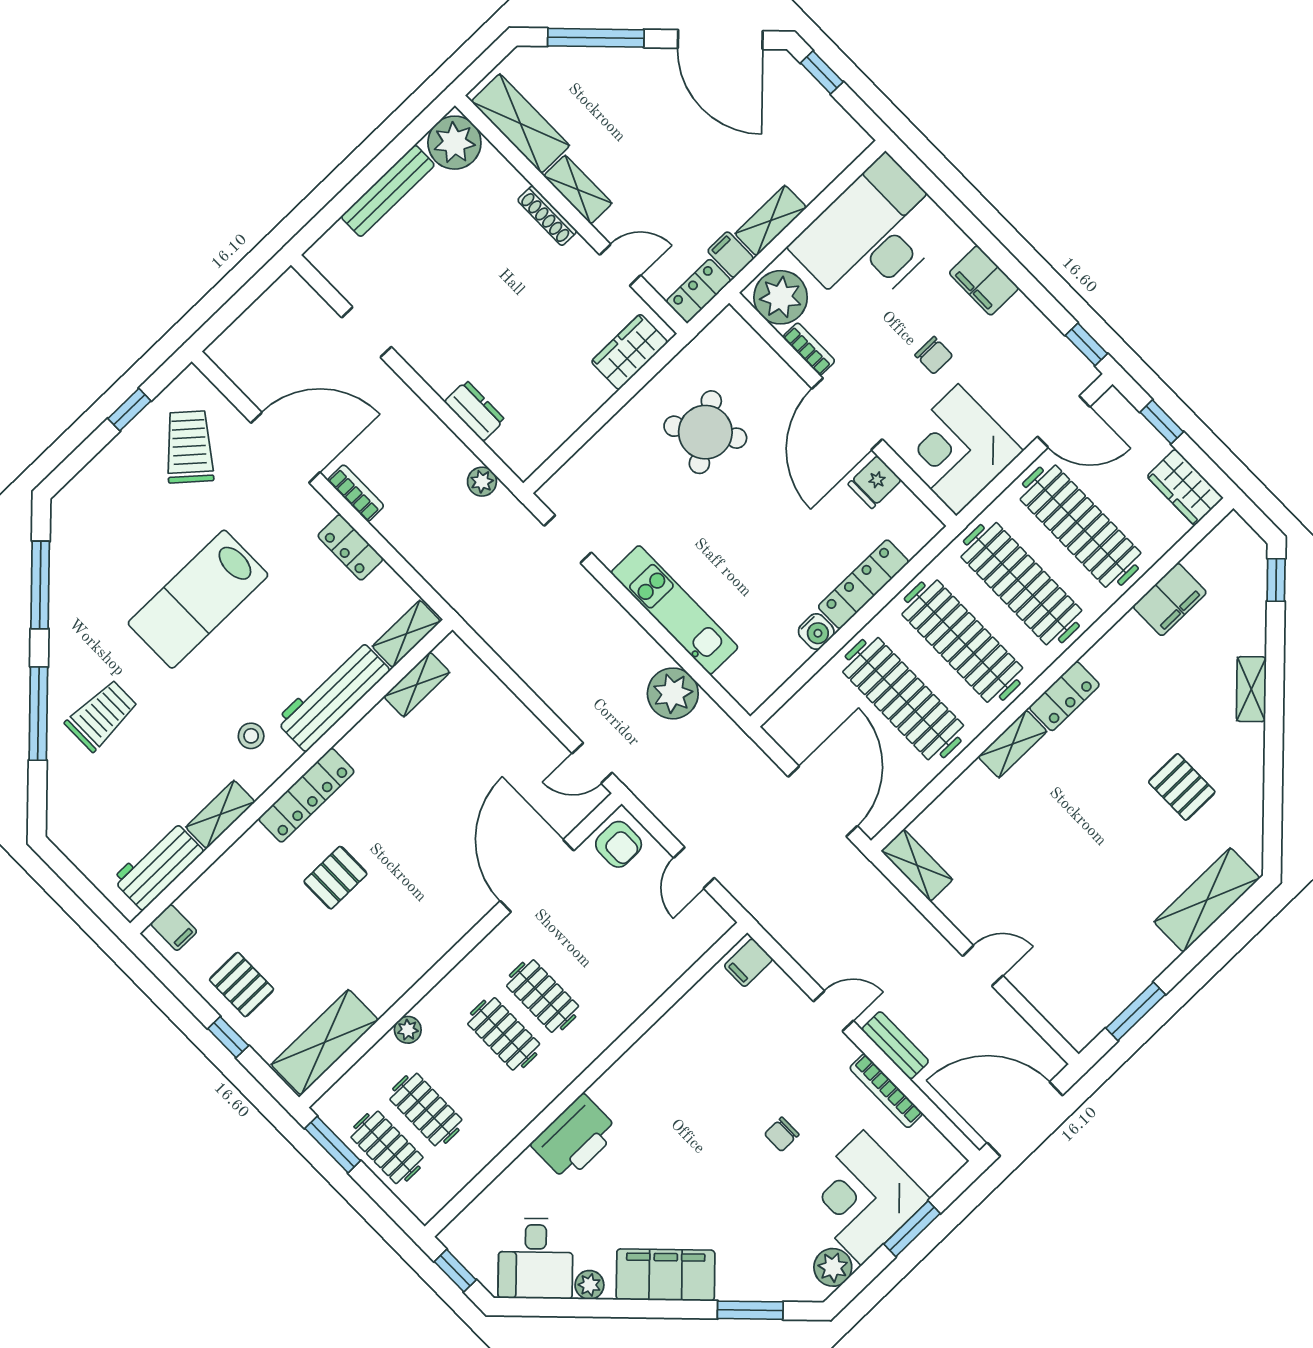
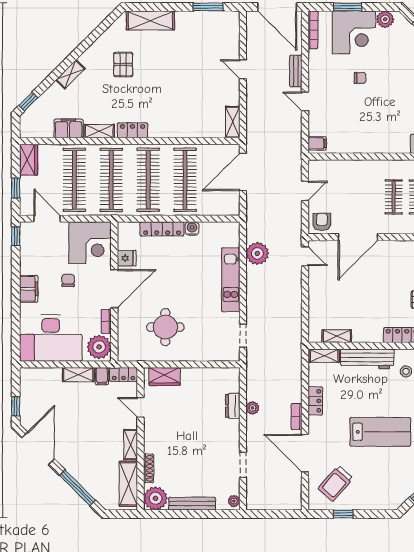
shoe rack: (547, 216) -> (149, 468), moved
plant: (325, 260) -> (234, 501), added
round table: (705, 432) -> (165, 327), turned 35
plant: (482, 482) -> (252, 408), moved
shelving: (1013, 744) -> (99, 131), moved
bookcase: (886, 1091) -> (313, 30), moved

